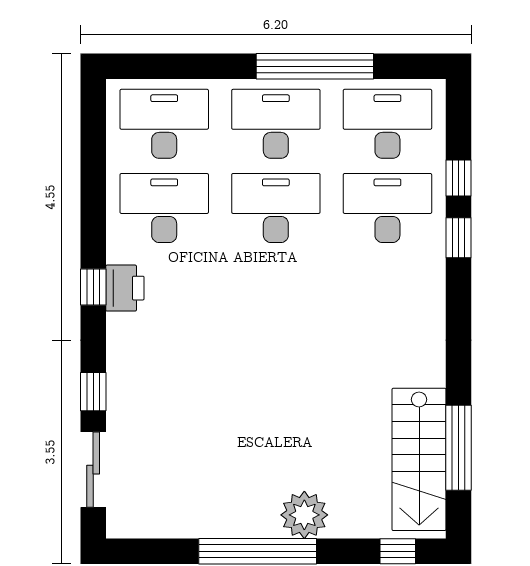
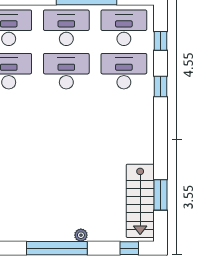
window: (459, 178) -> (160, 41), moved
window: (459, 448) -> (160, 195), width x0.69
plant: (304, 515) -> (81, 235), width x0.53, depth x0.53

